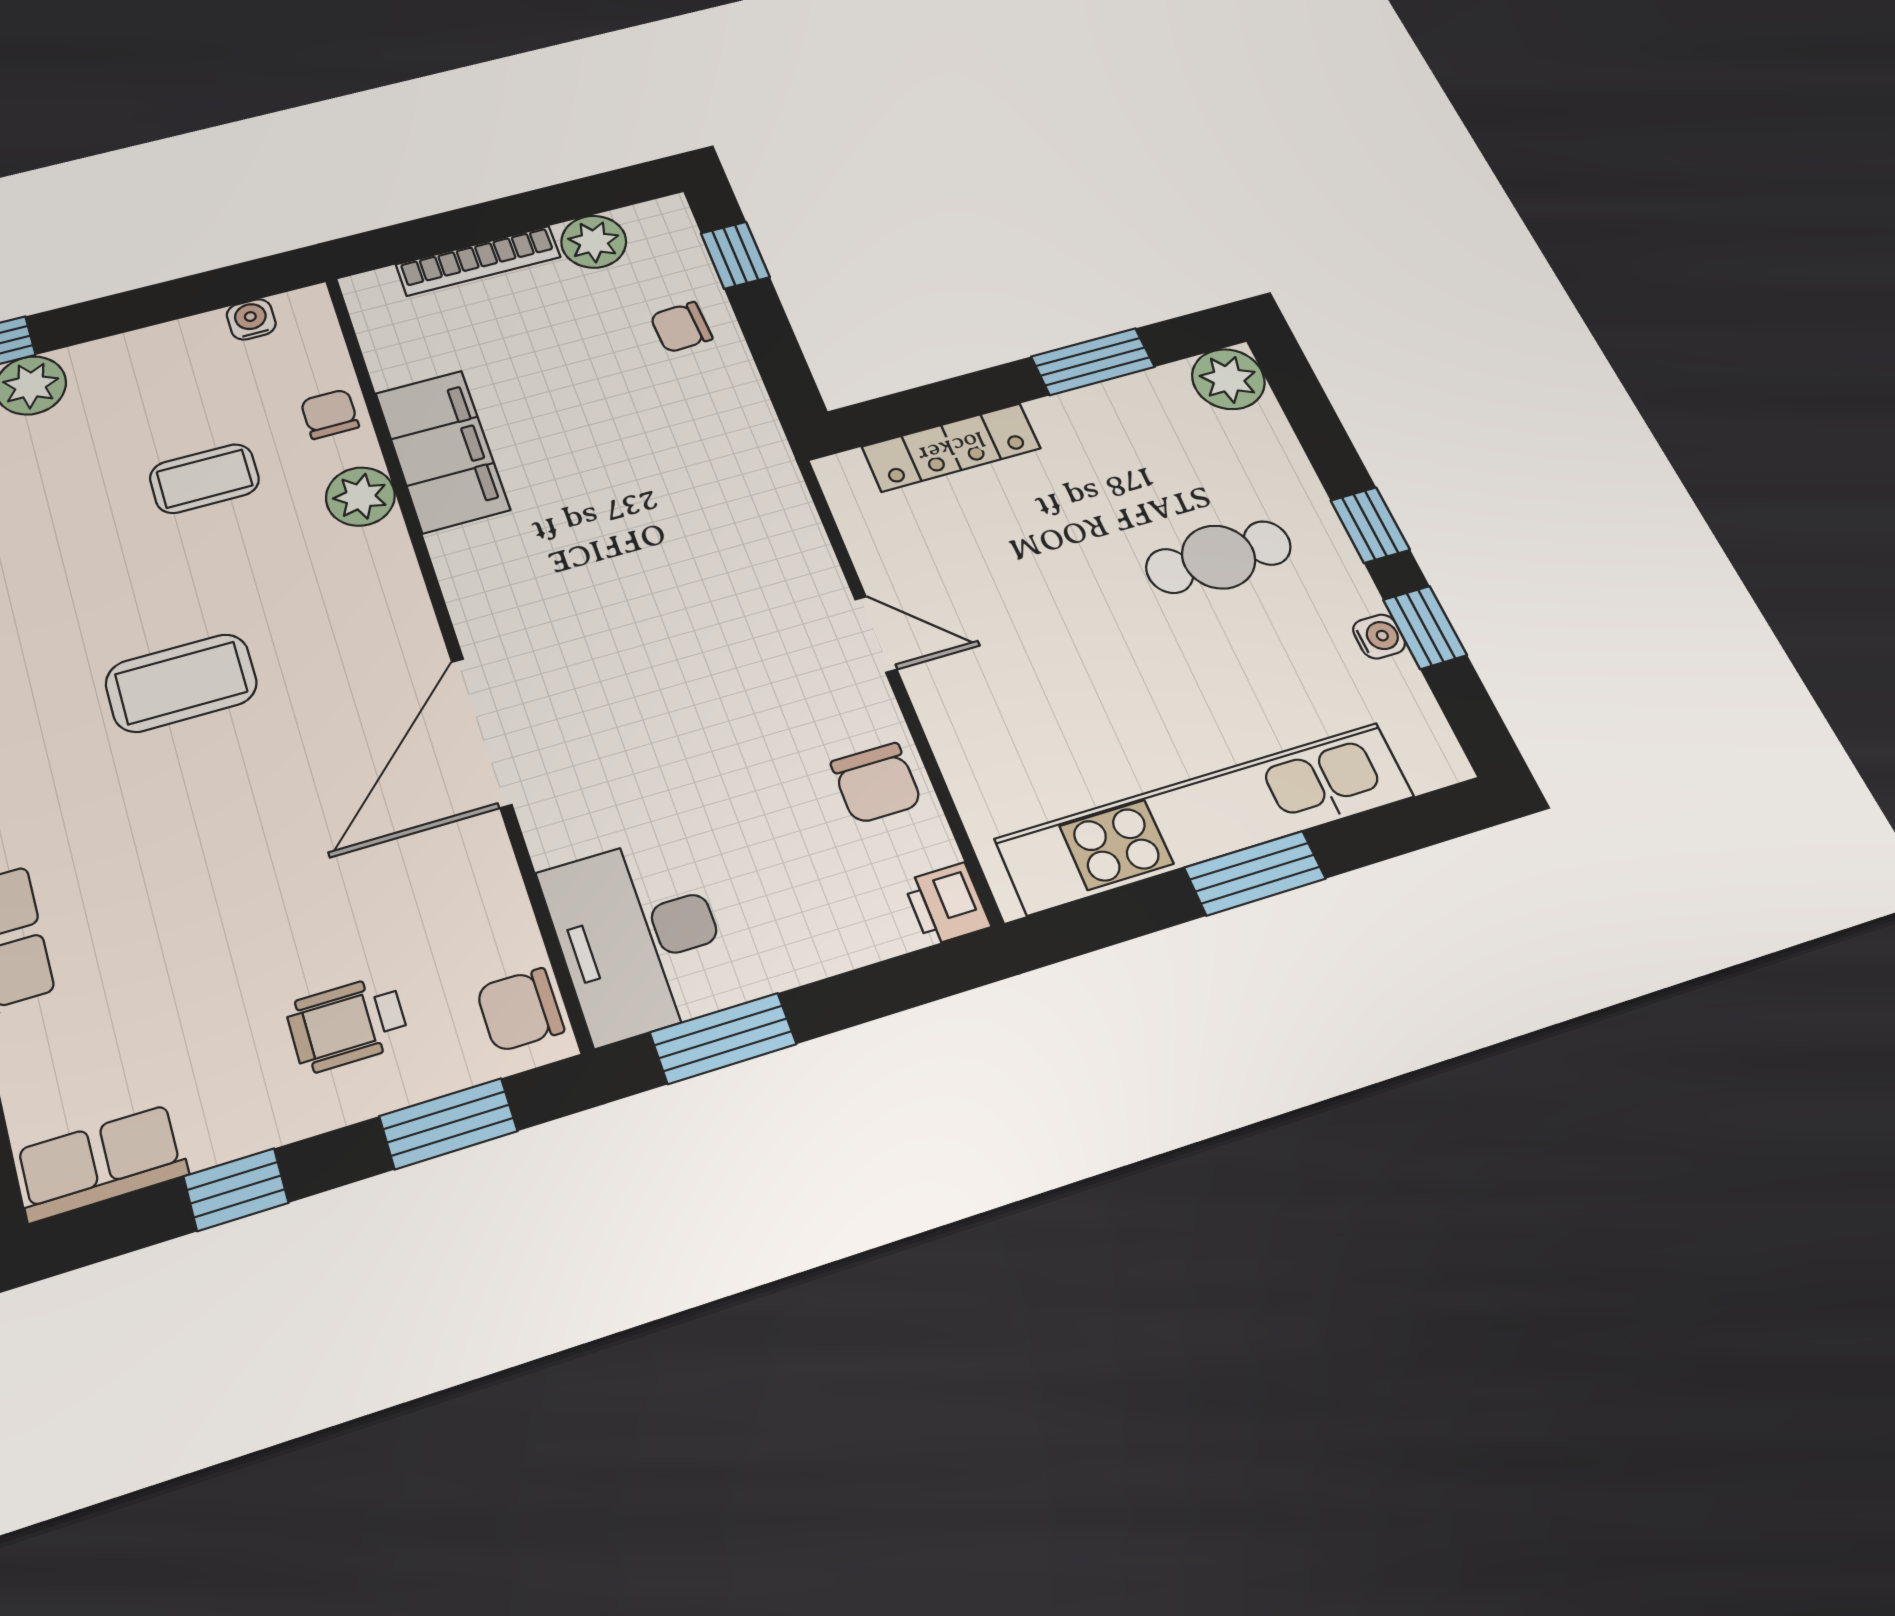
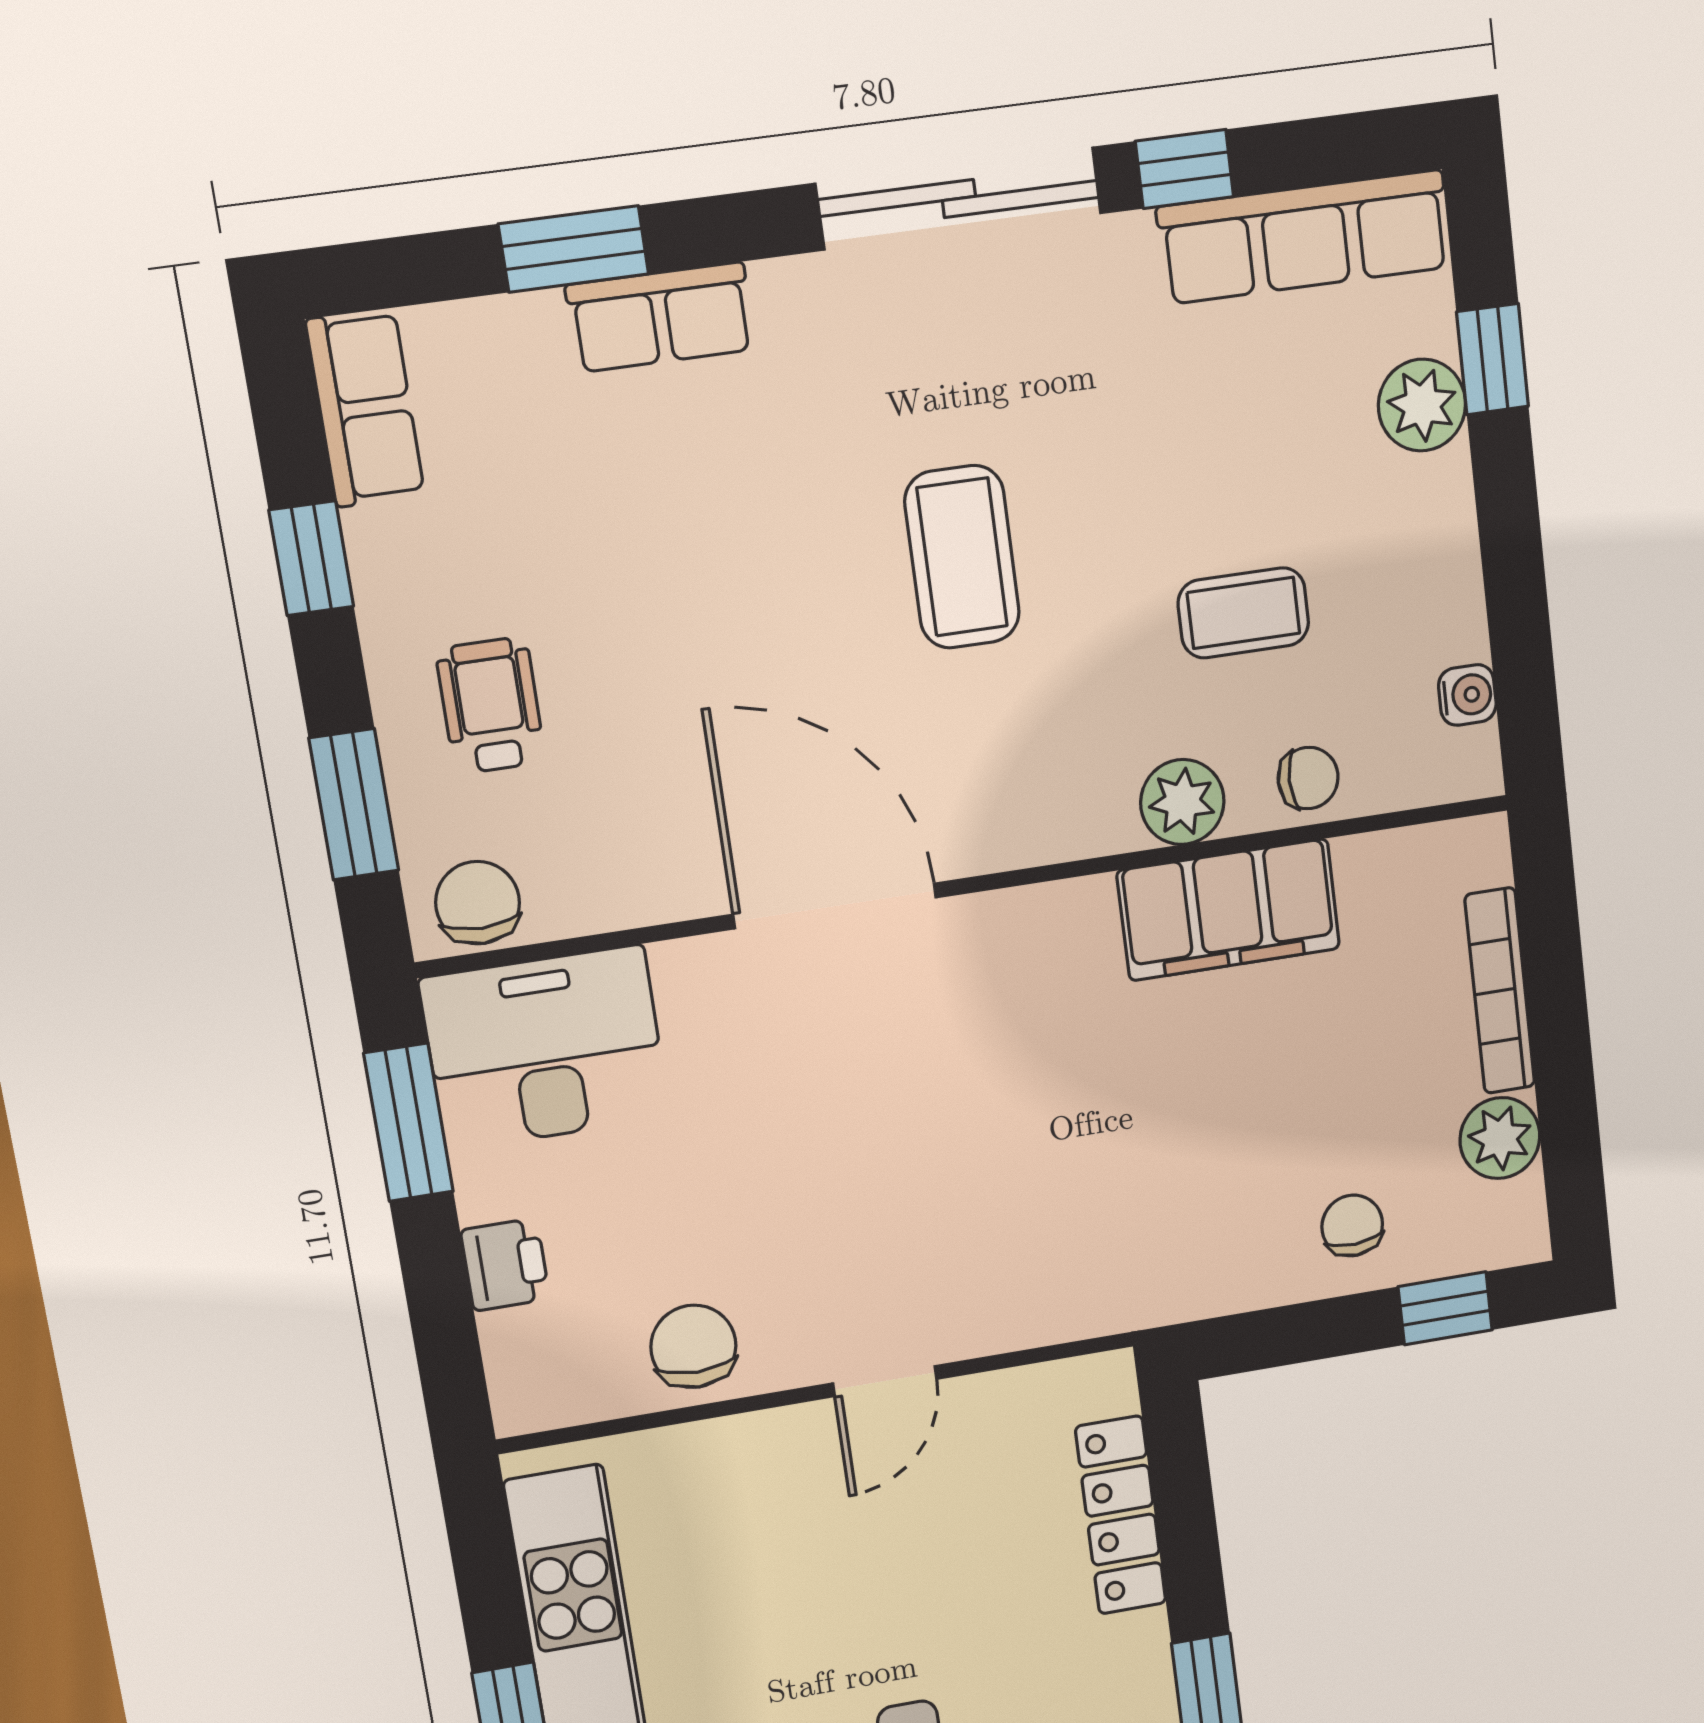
coffee table: (204, 479) -> (1243, 613), turned 90
chair: (876, 783) -> (693, 1346), turned 90
printer: (947, 904) -> (505, 1265), moved, turned 90

